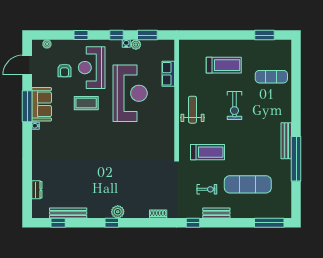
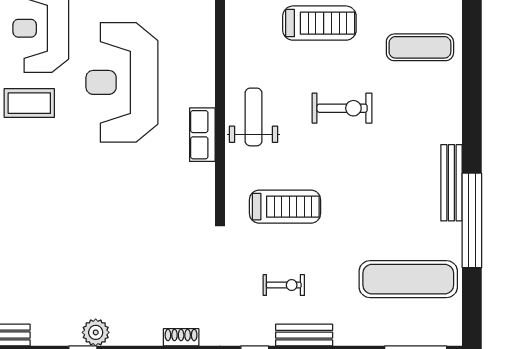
row of seats: (168, 74) -> (202, 135), moved
reception desk: (130, 93) -> (122, 82), turned 180
exercise bike: (234, 105) -> (342, 108), turned -90
exercise mat: (248, 184) -> (408, 279), moved

